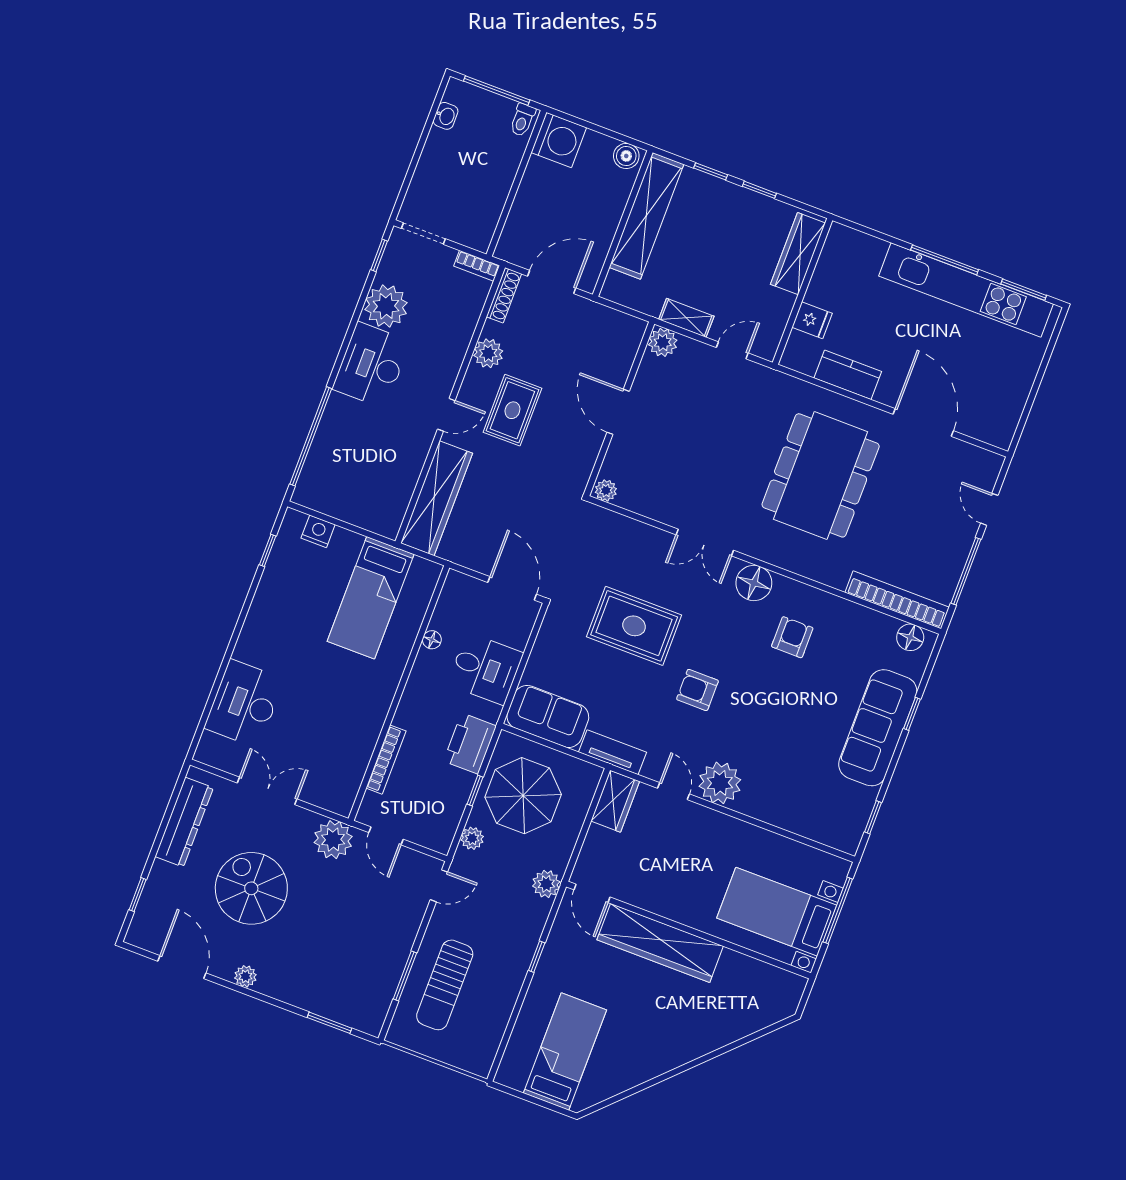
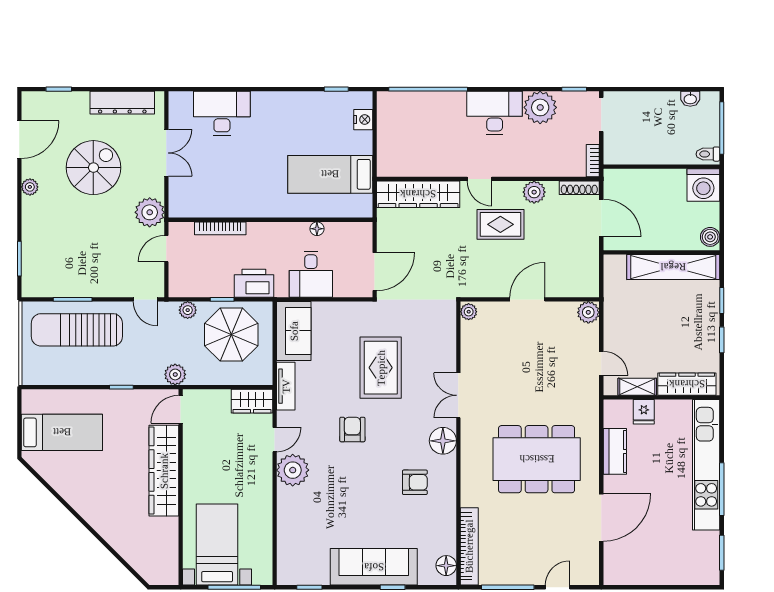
kitchen unit: (966, 290) -> (706, 465), moved
shelving: (686, 318) -> (637, 387), moved, turned 90
sun lounger: (445, 985) -> (77, 330), width x1.36, depth x1.34

